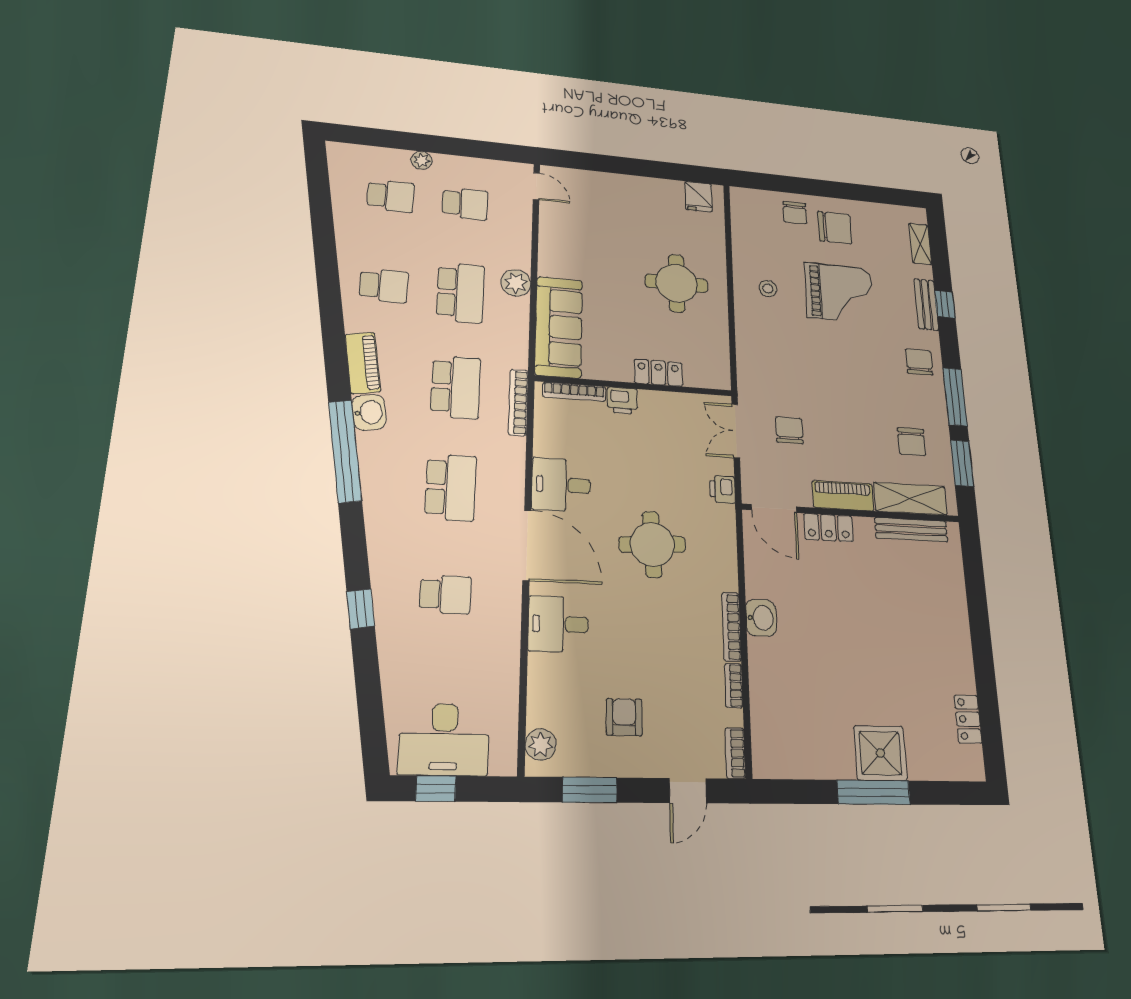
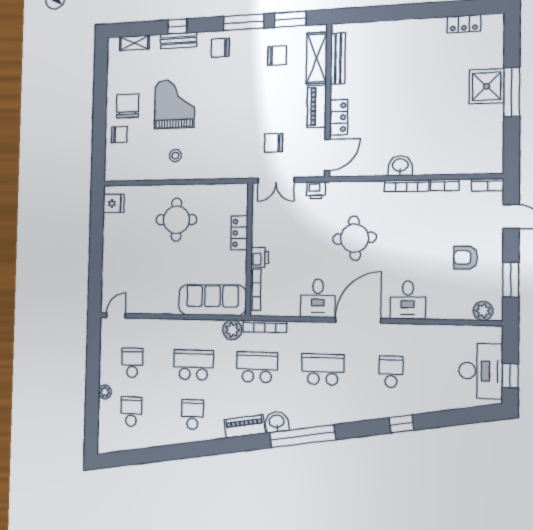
plant: (516, 283) -> (232, 330), moved

